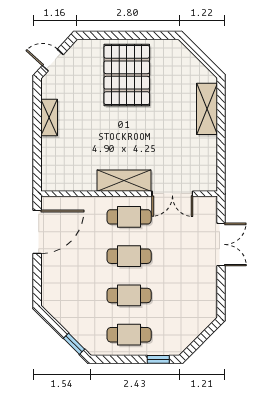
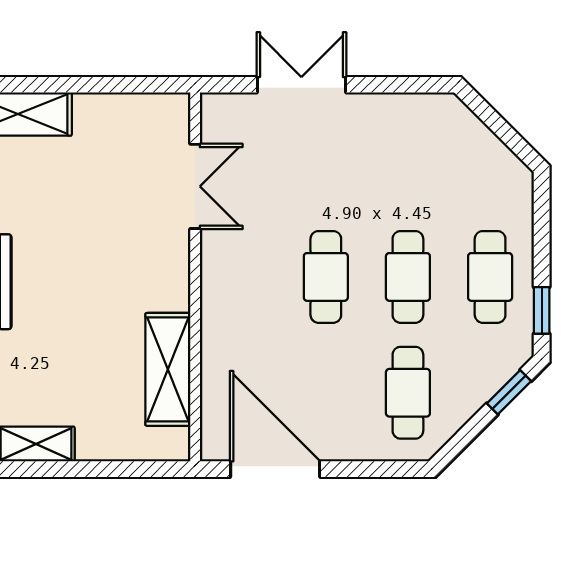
shelving: (124, 181) -> (168, 369), moved
cafe table: (129, 217) -> (408, 393), moved
window: (158, 359) -> (542, 310), moved

